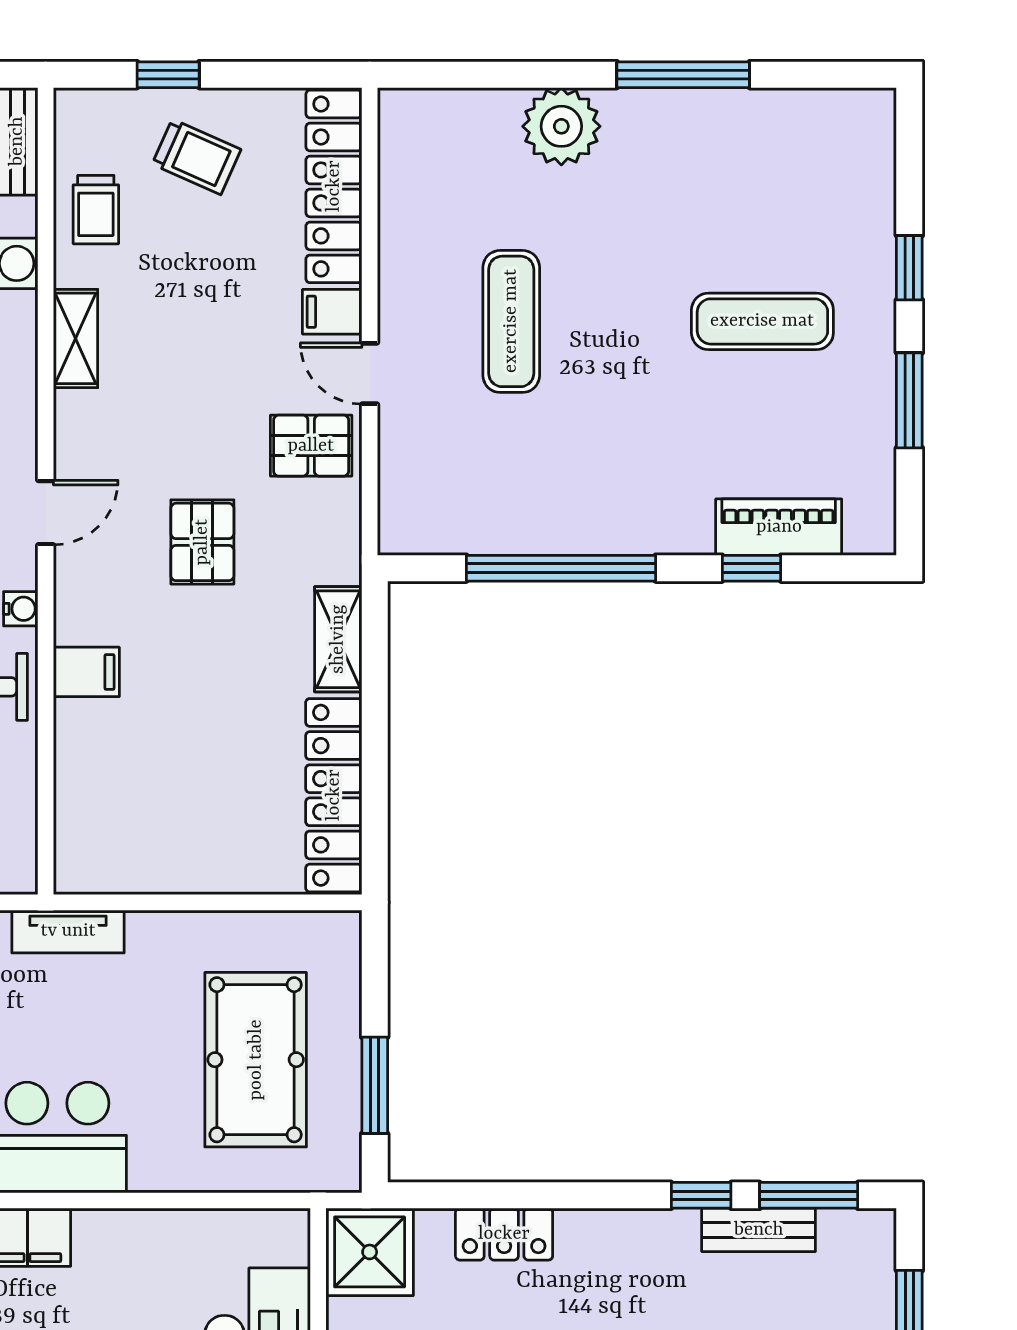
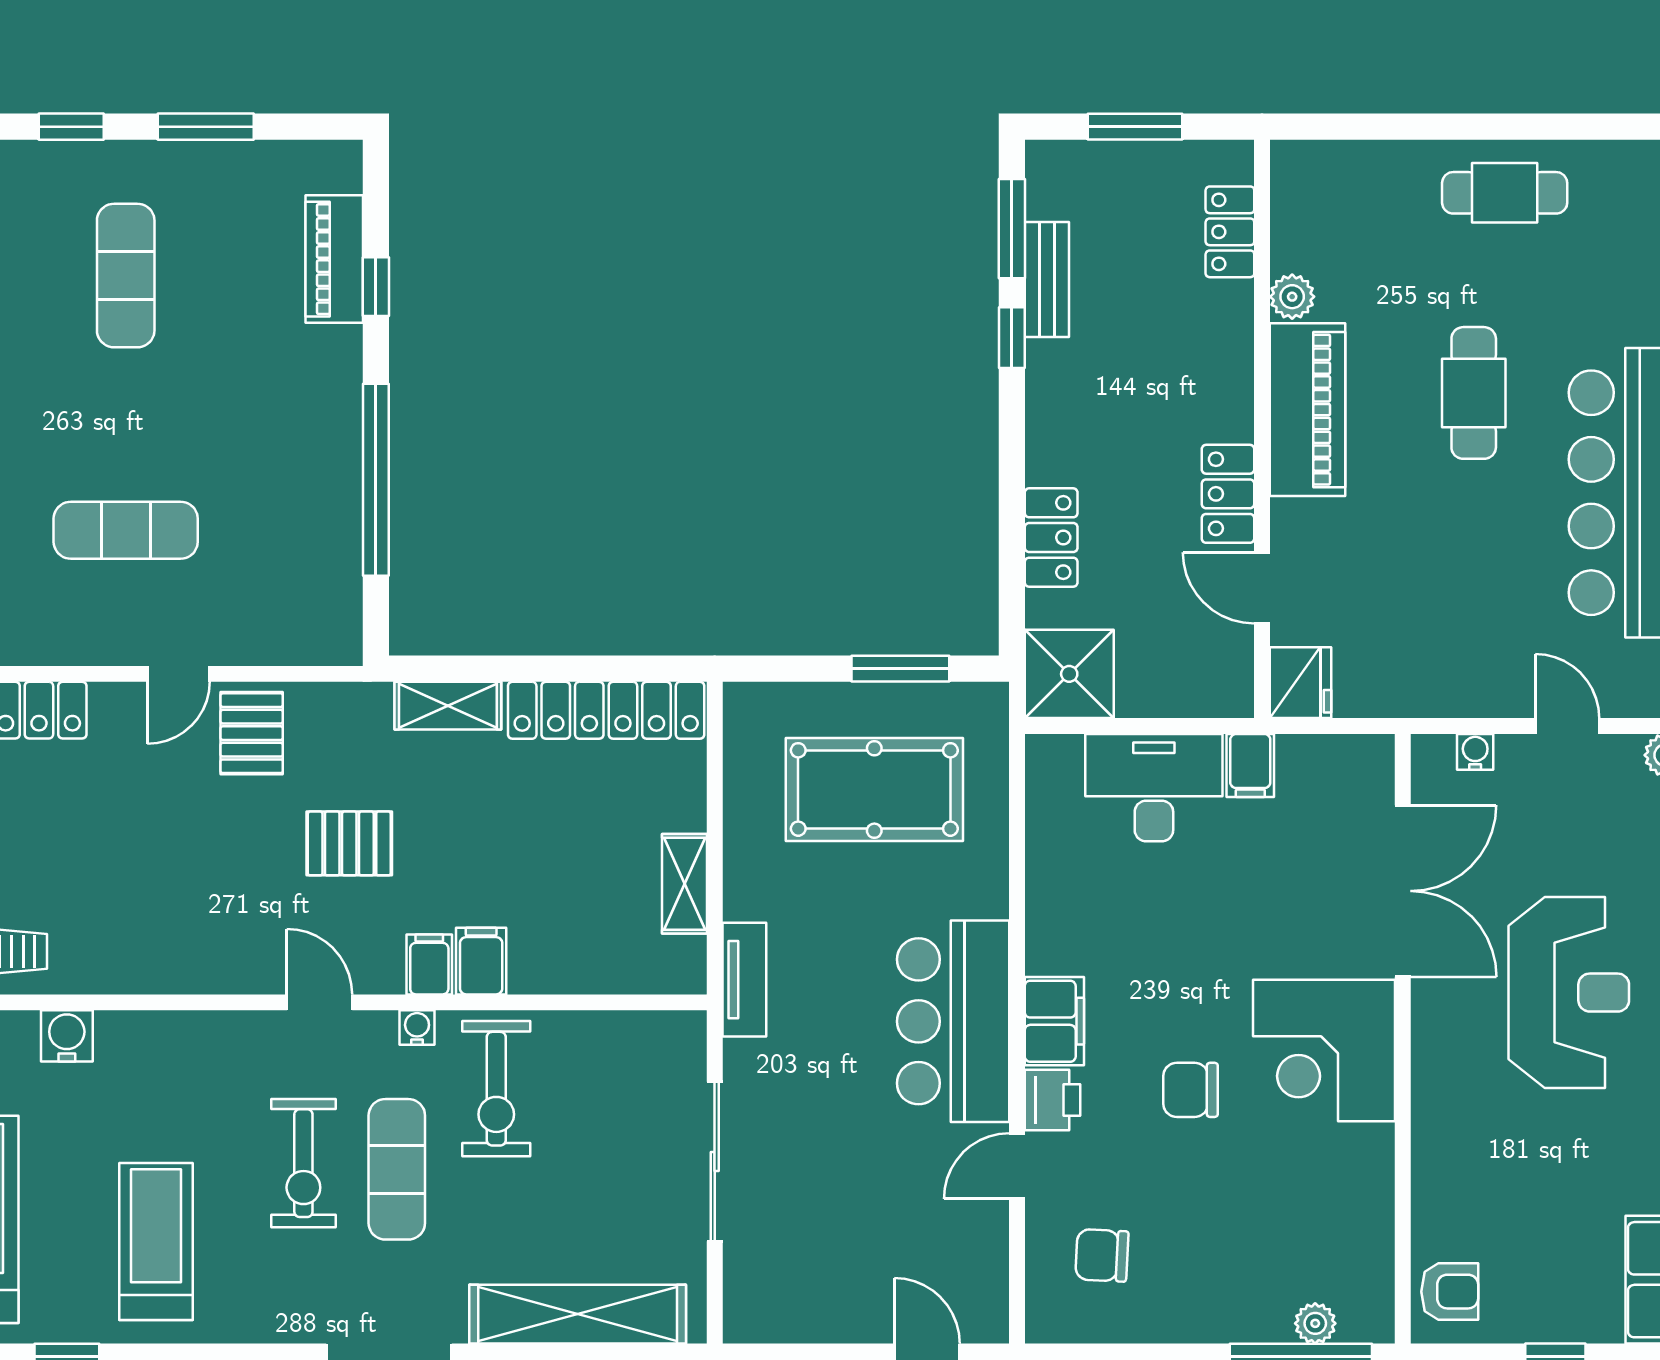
filing cabinet: (332, 312) -> (429, 964), moved, turned 180
shelving: (76, 338) -> (684, 884), moved, turned 90

